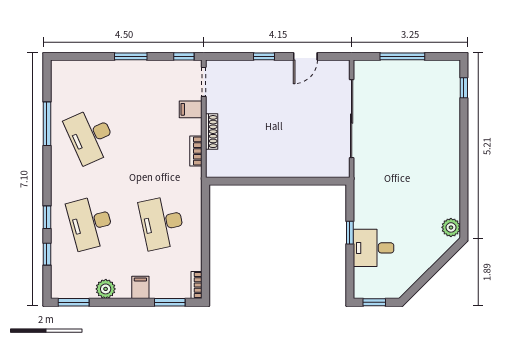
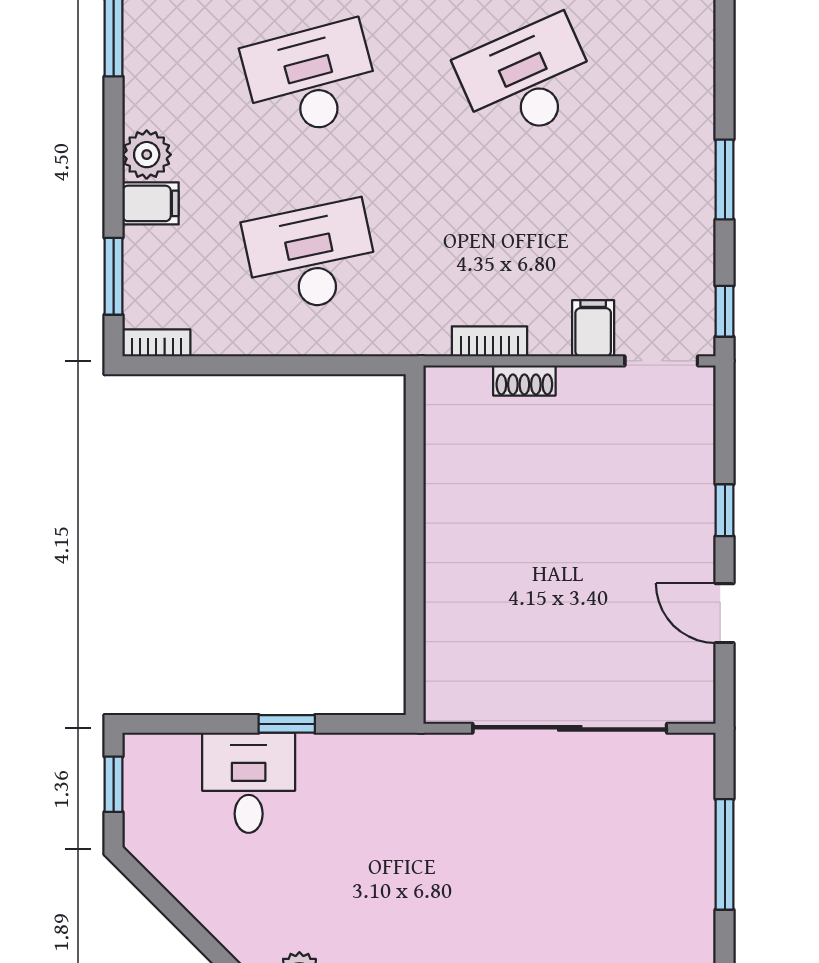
shoe rack: (212, 132) -> (524, 380), width x0.70
plant: (106, 289) -> (147, 155), moved

